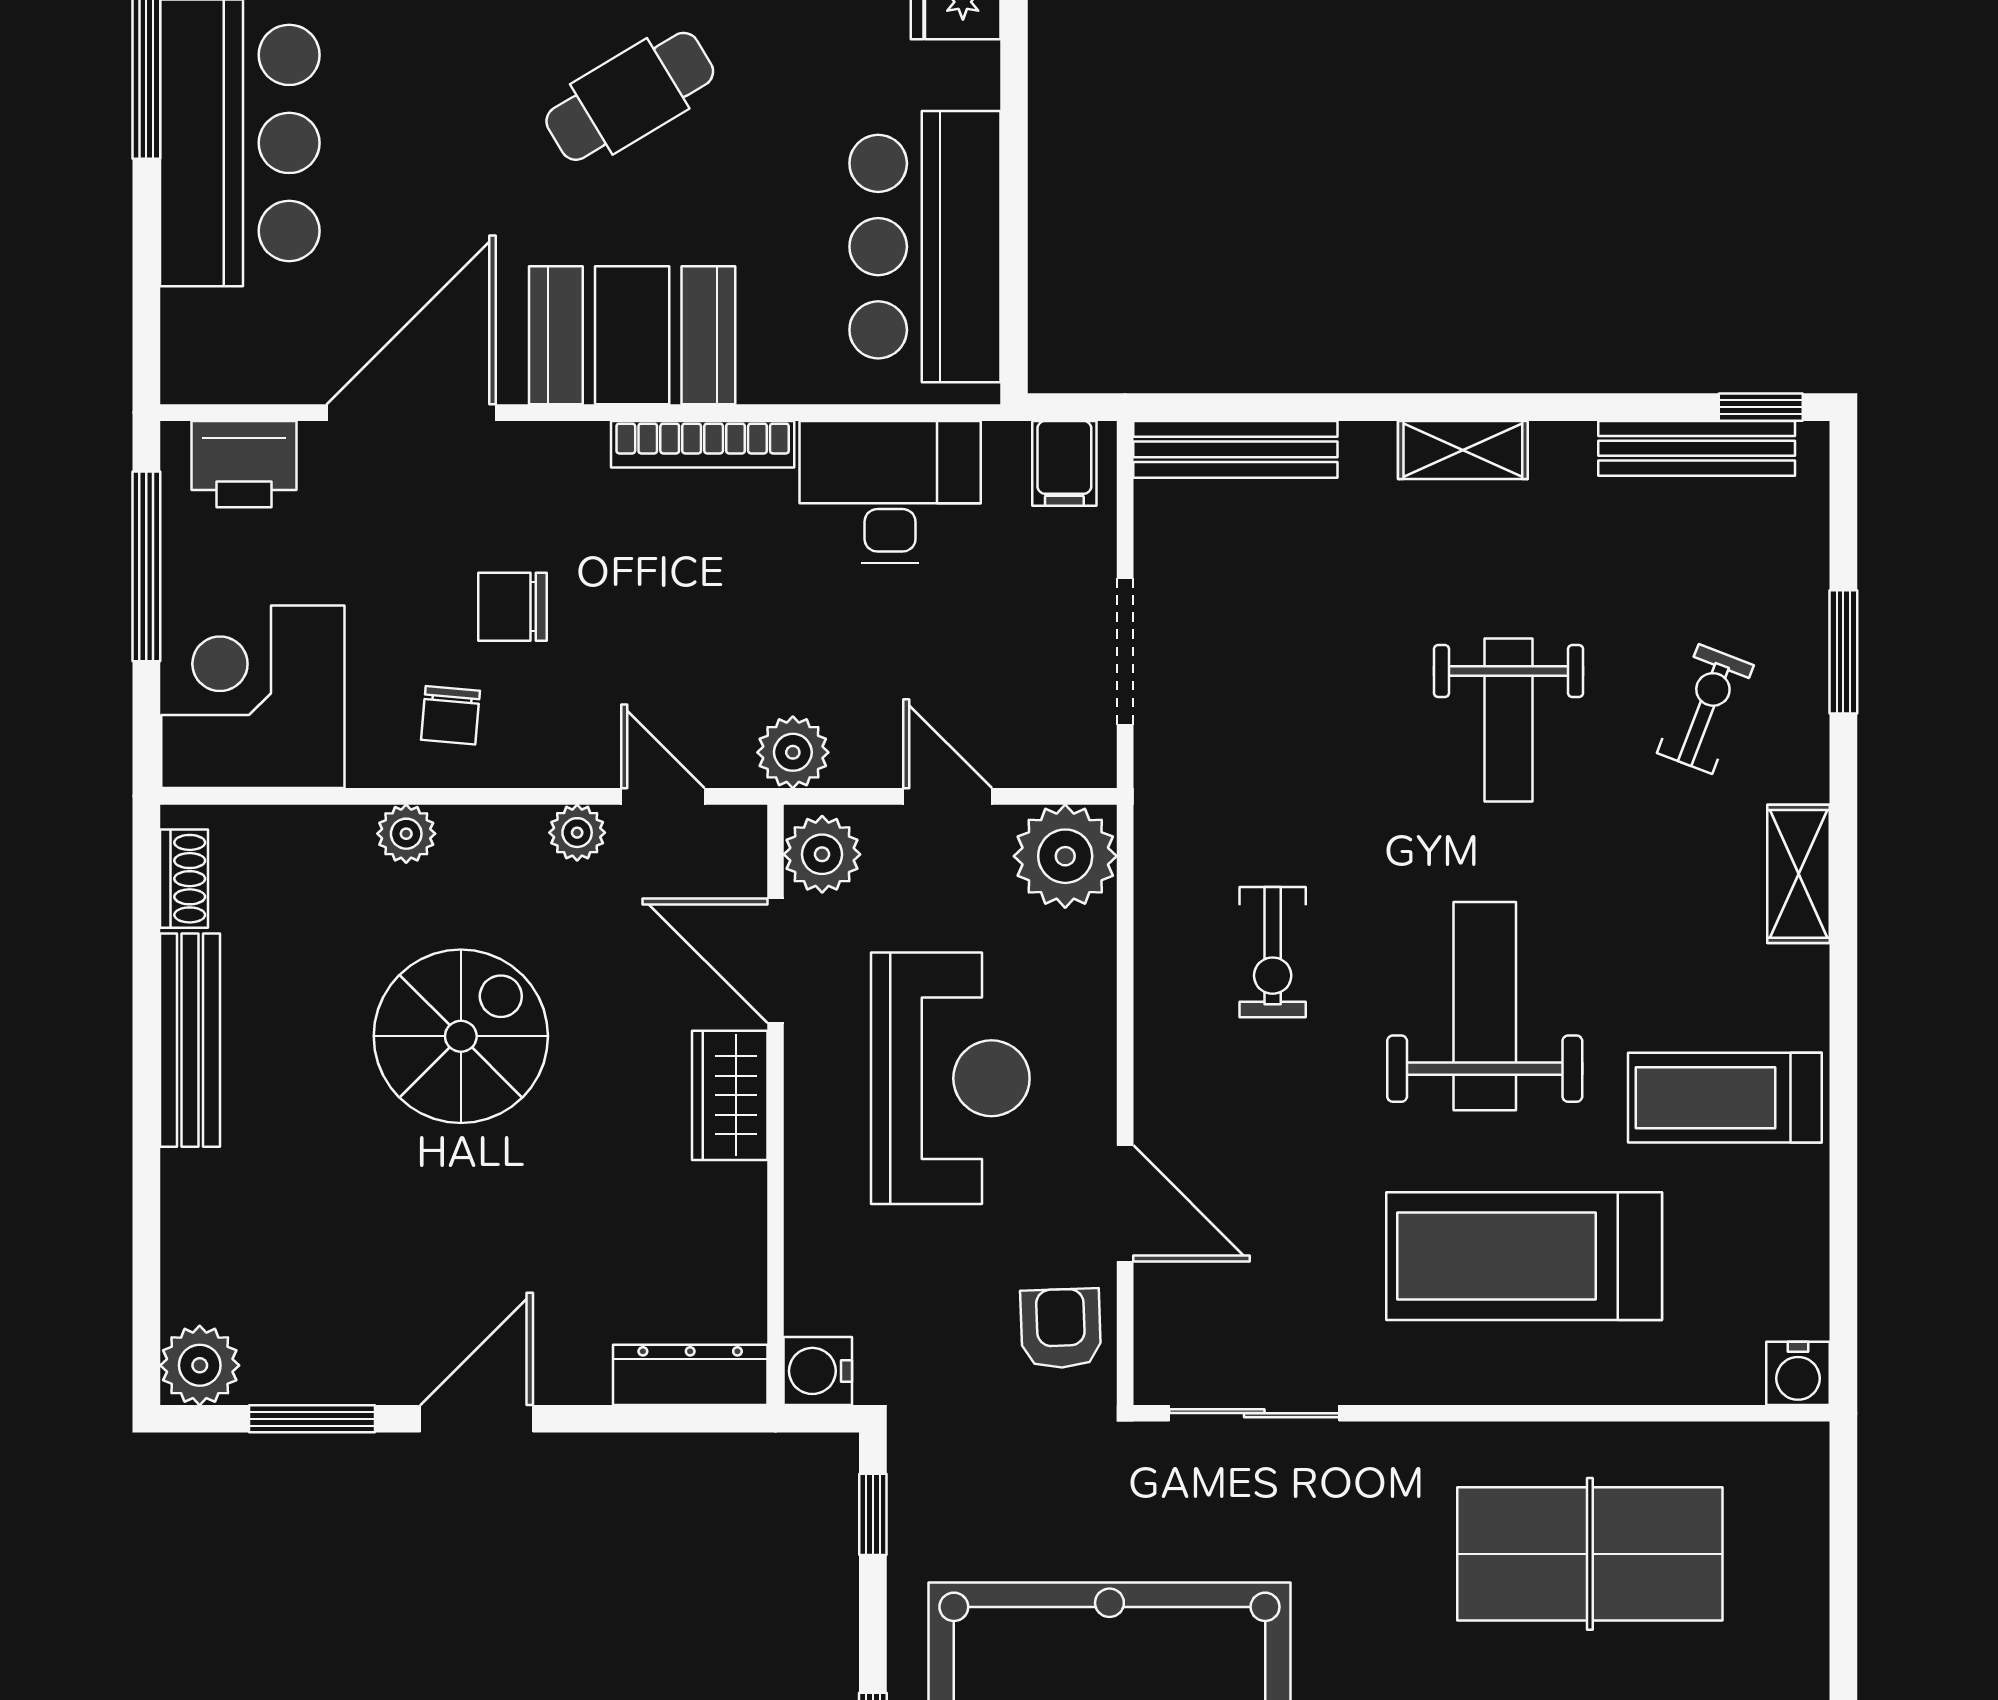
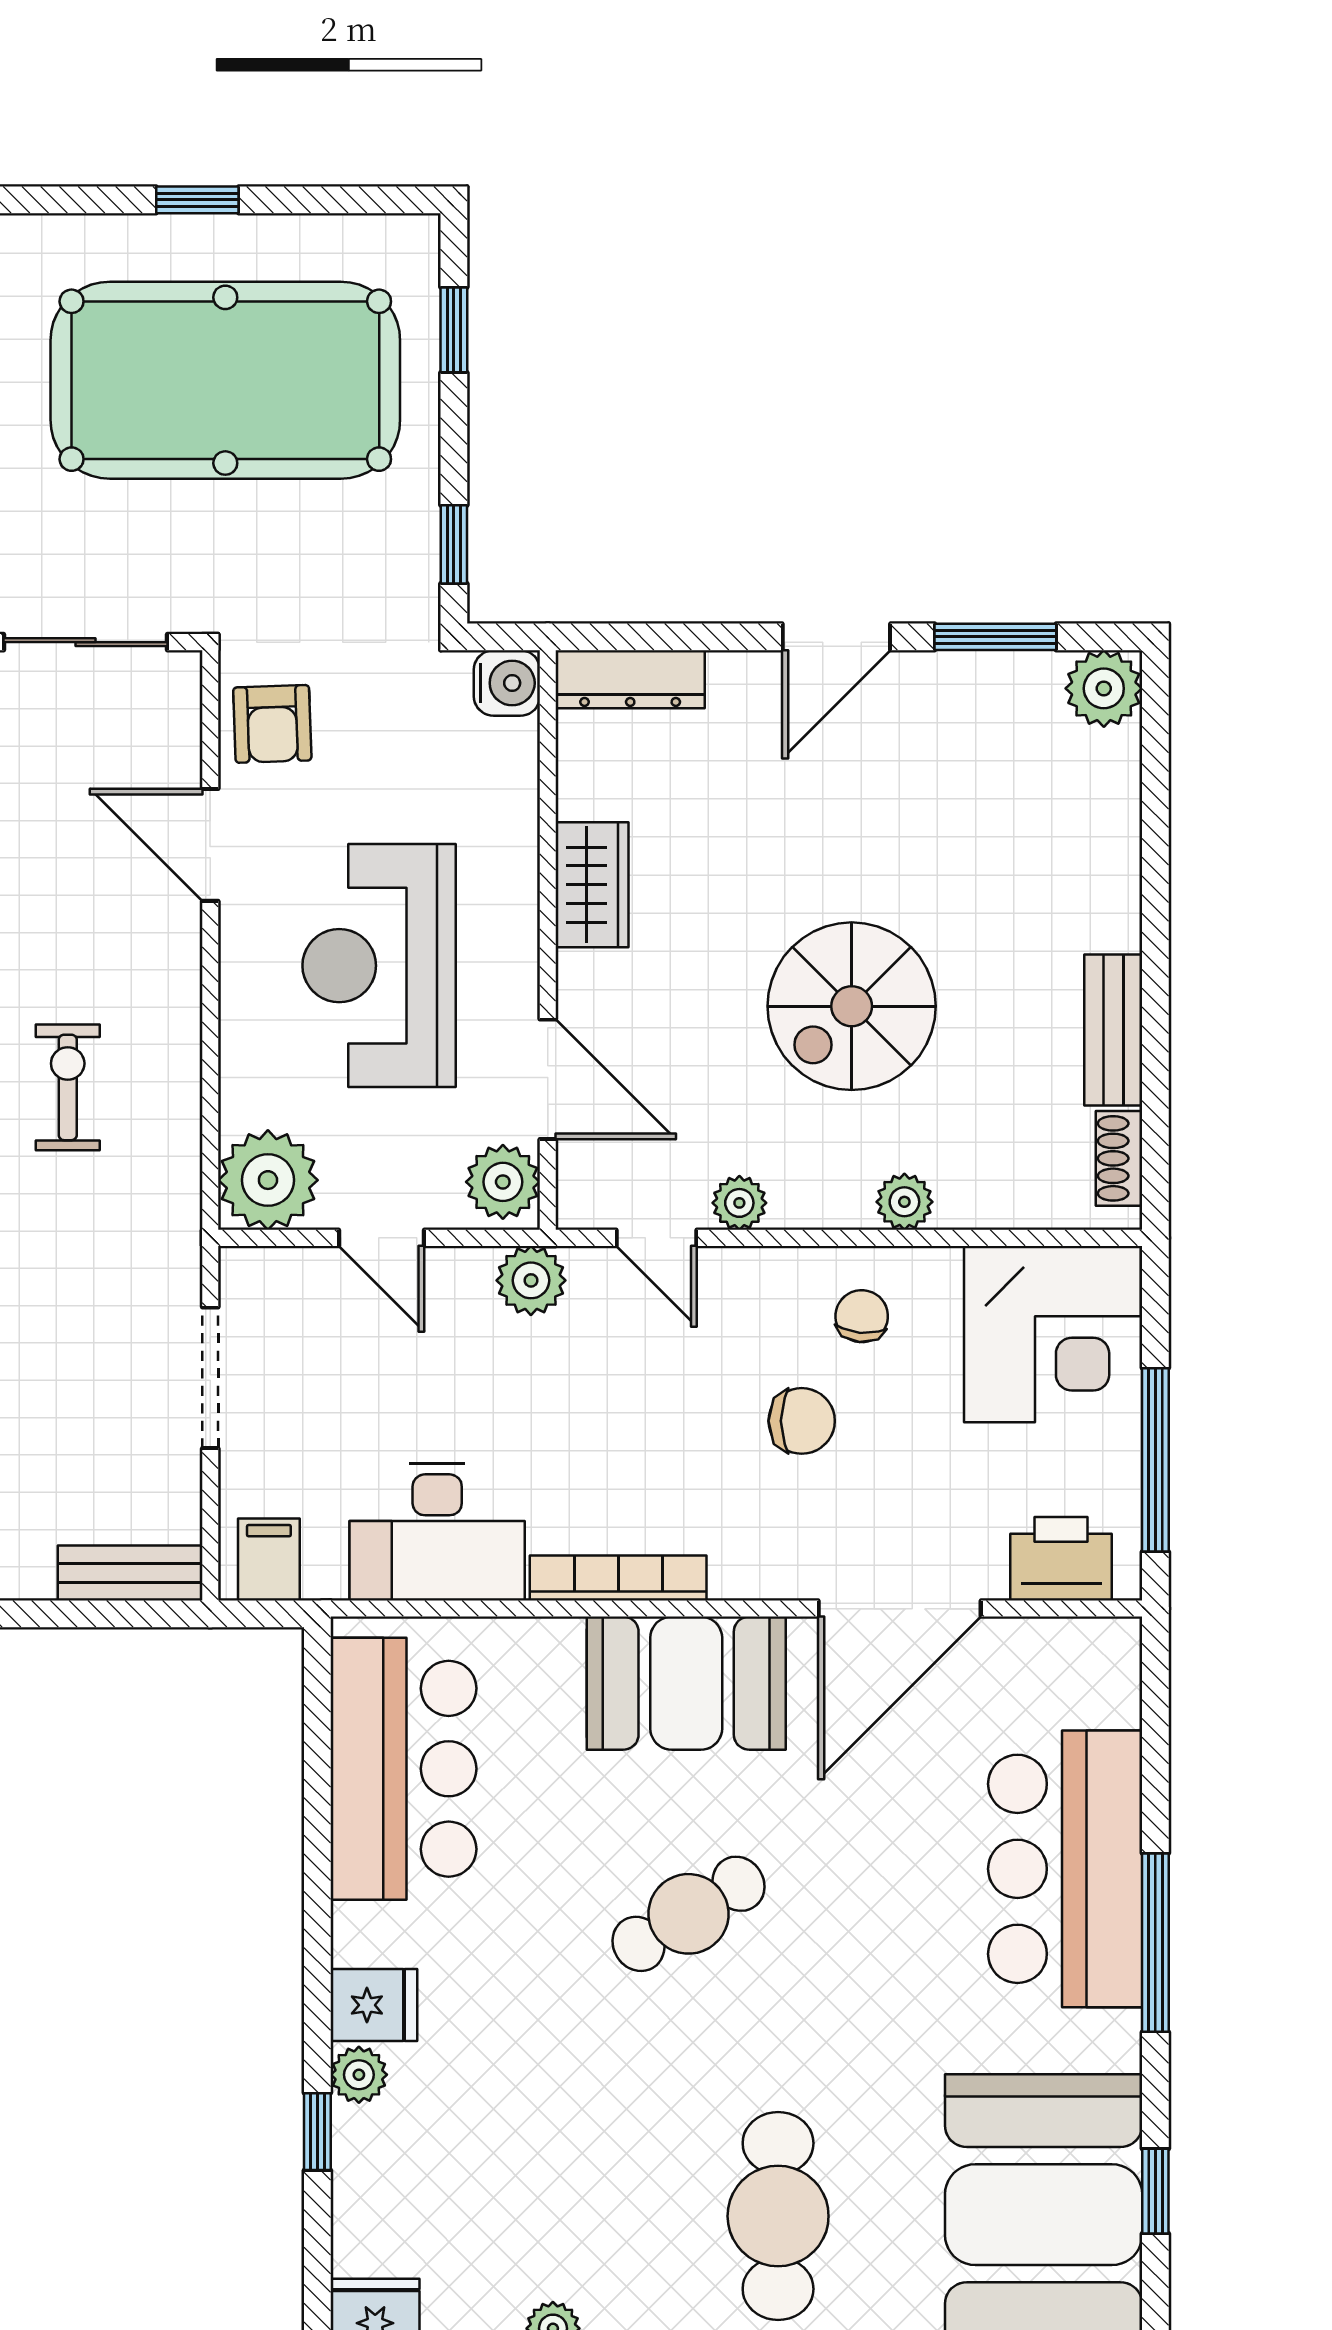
bench: (1235, 449) -> (130, 1573), width x0.73
bench: (190, 1040) -> (1113, 1030), width x0.73
wardrobe: (730, 1095) -> (592, 885), moved

